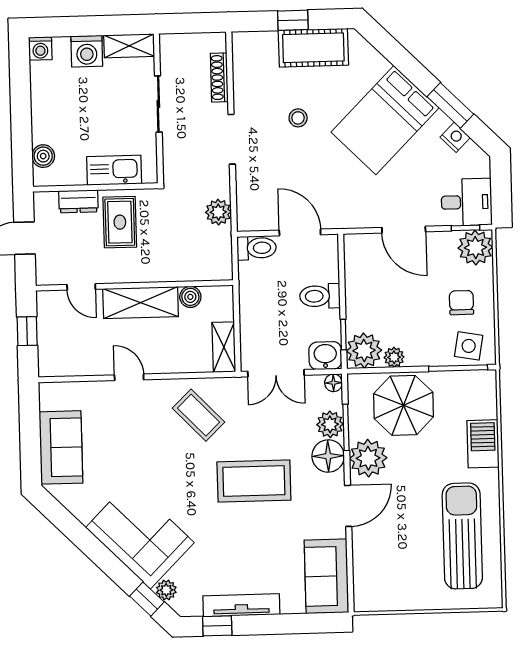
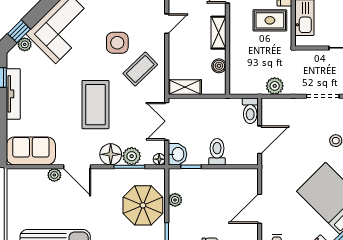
shelving: (141, 303) -> (219, 33), width x0.67, depth x0.75
plant: (364, 351) -> (180, 180), removed
side table: (160, 451) -> (117, 43), added
plant: (368, 458) -> (54, 175), moved, width x0.53, depth x0.53

